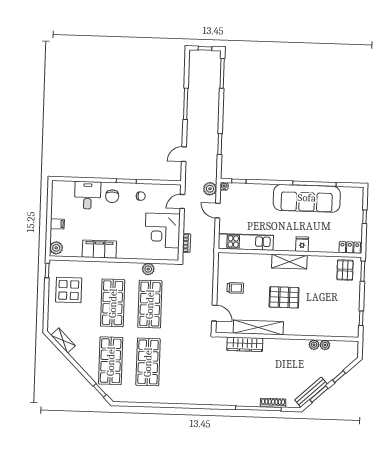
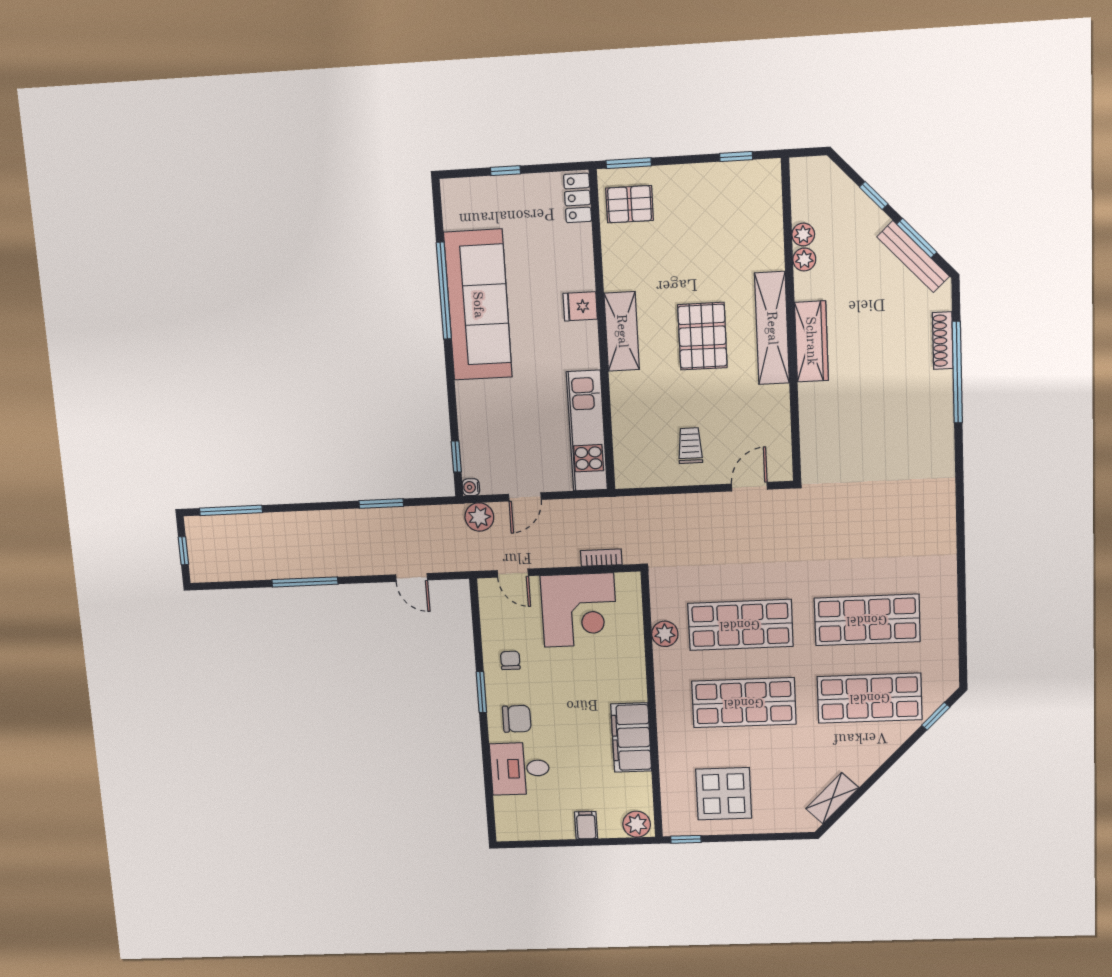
shelving: (258, 327) -> (772, 328), moved
wardrobe: (245, 344) -> (811, 341), moved

